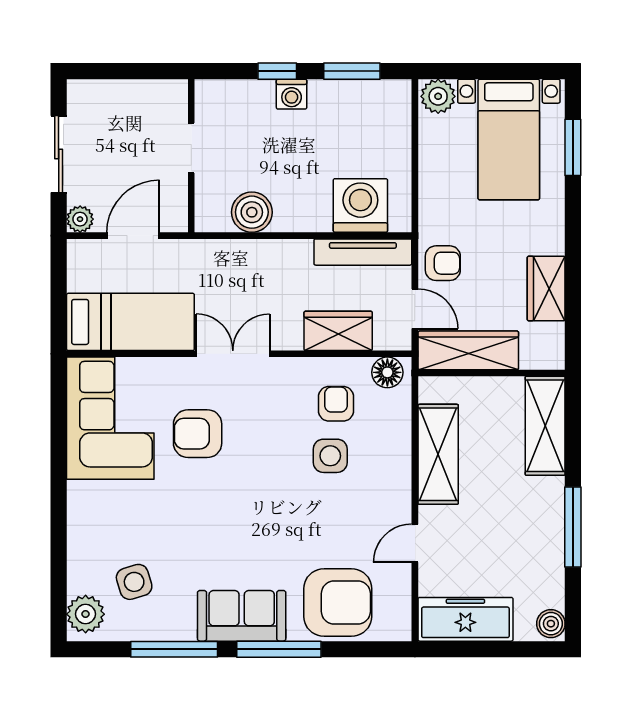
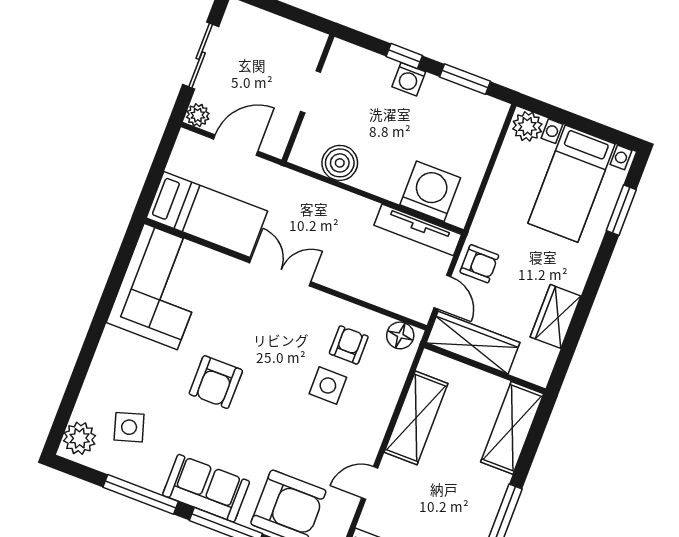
wardrobe: (338, 331) -> (373, 286), removed
armchair: (198, 434) -> (216, 382), moved, turned -90

